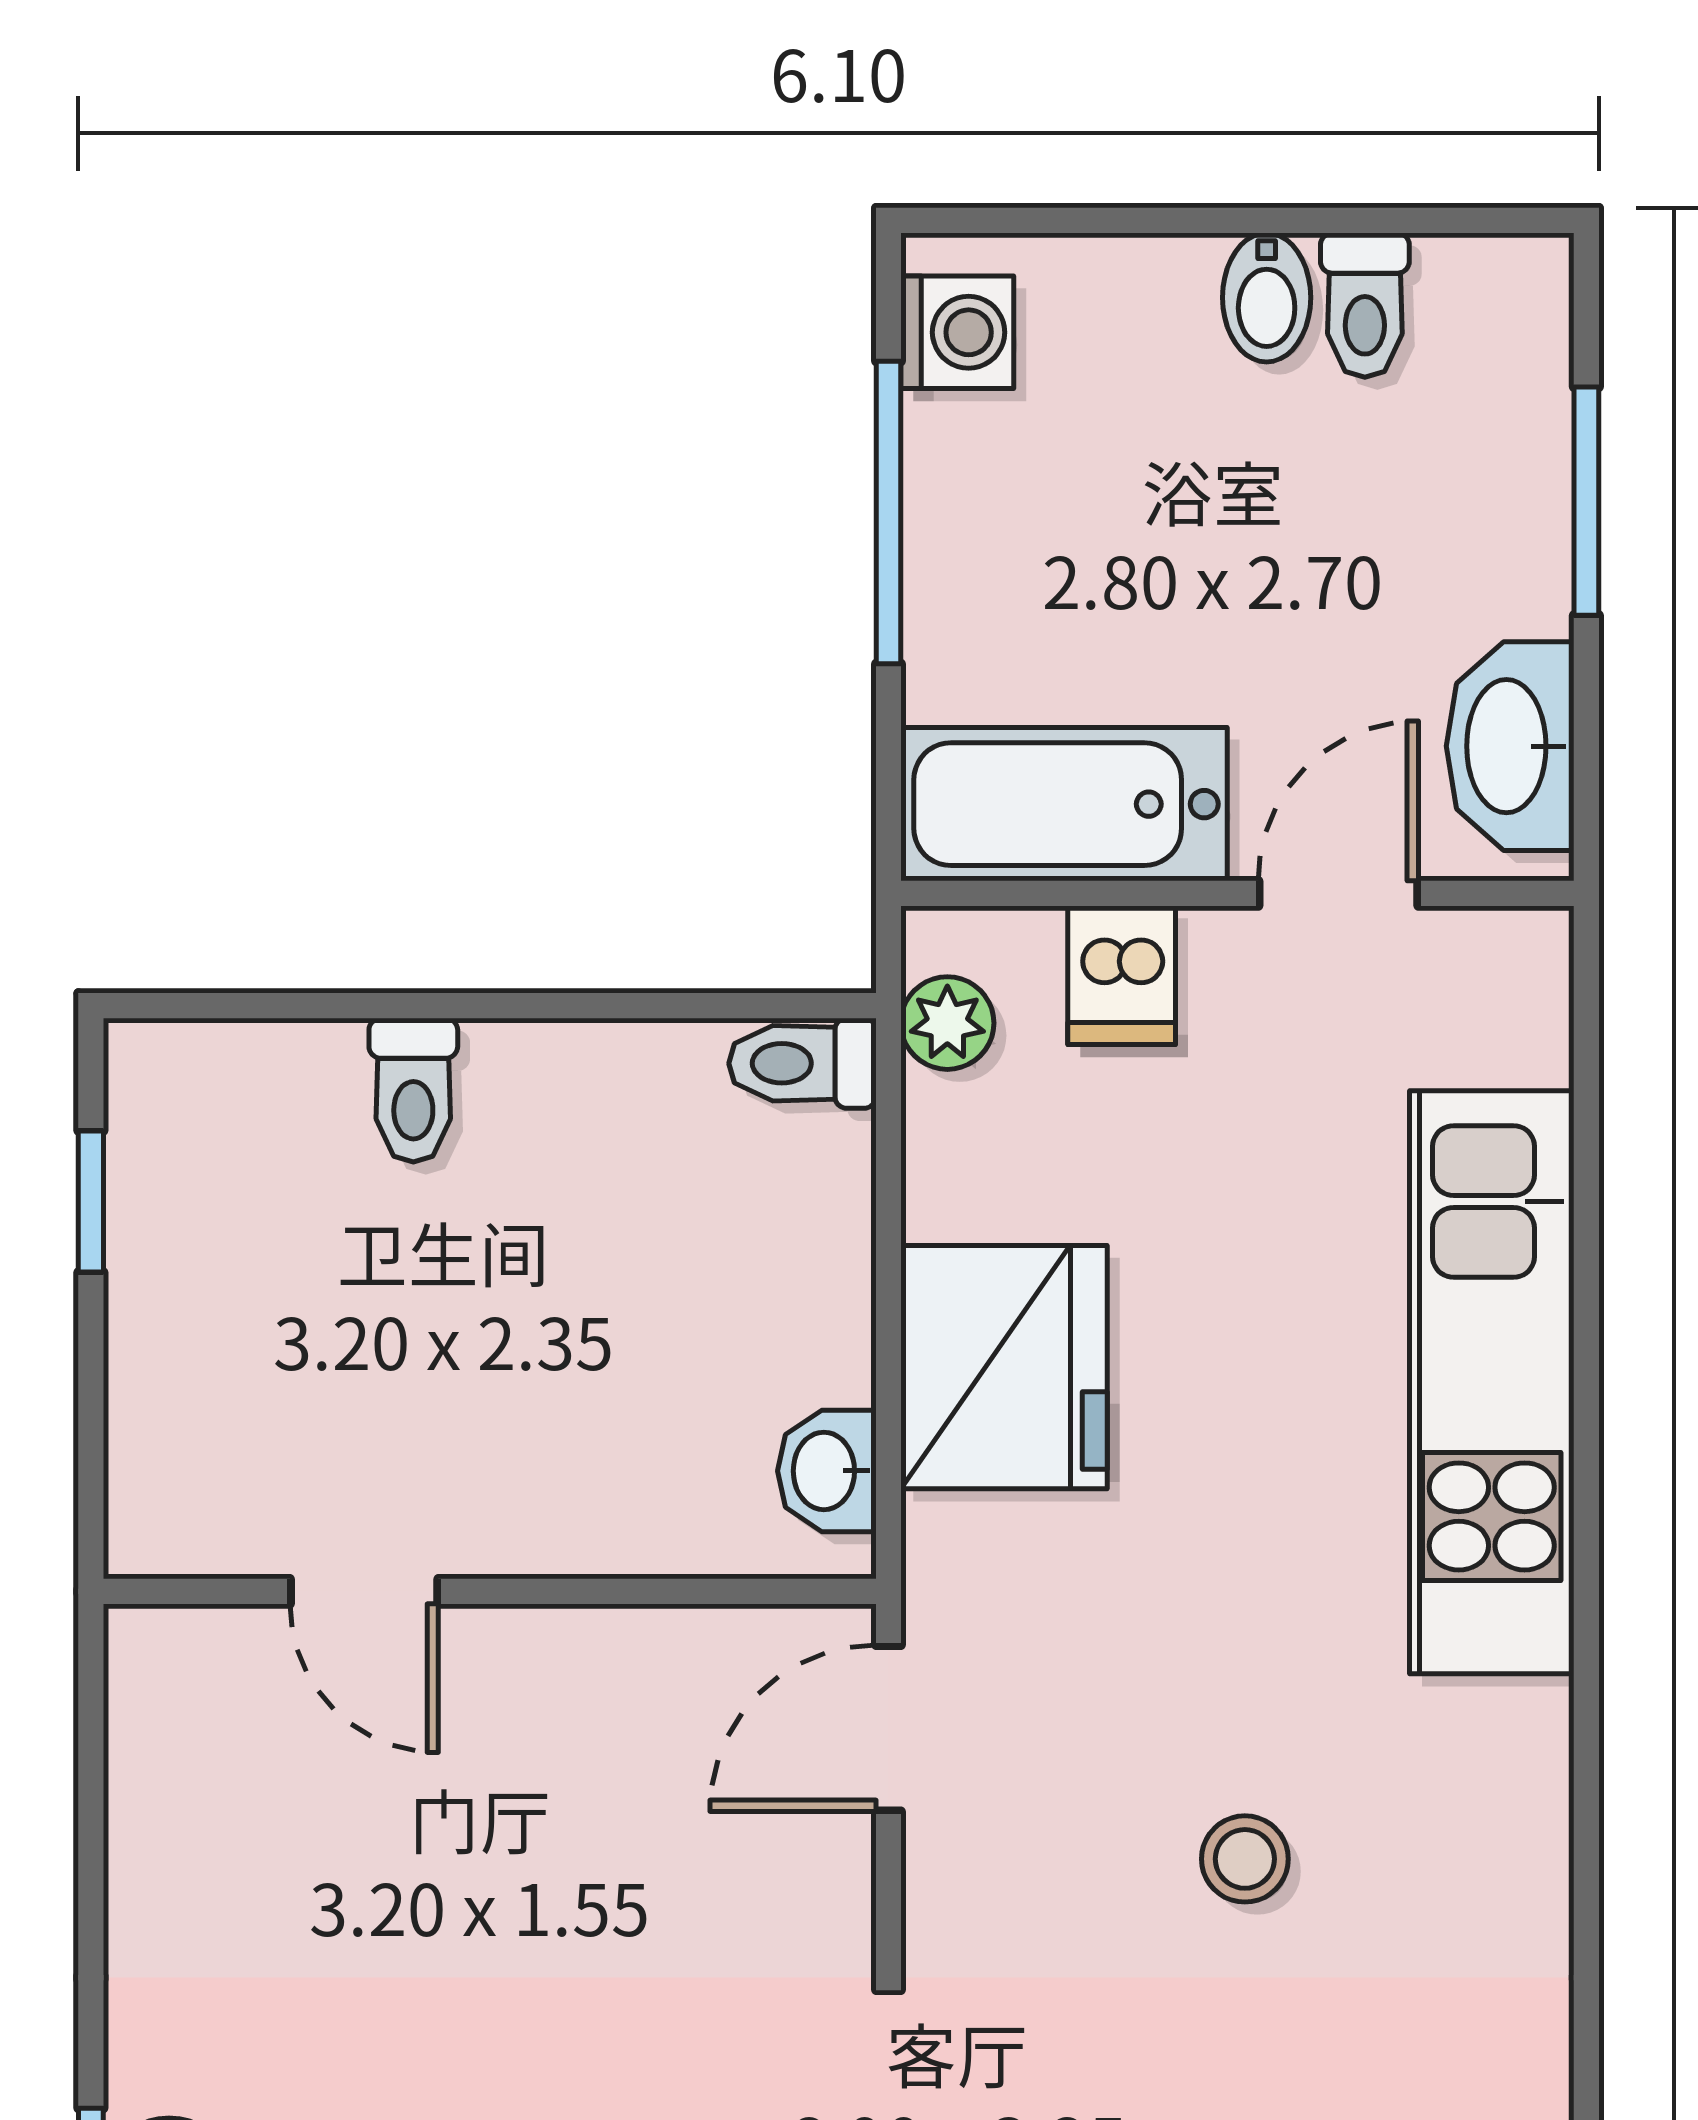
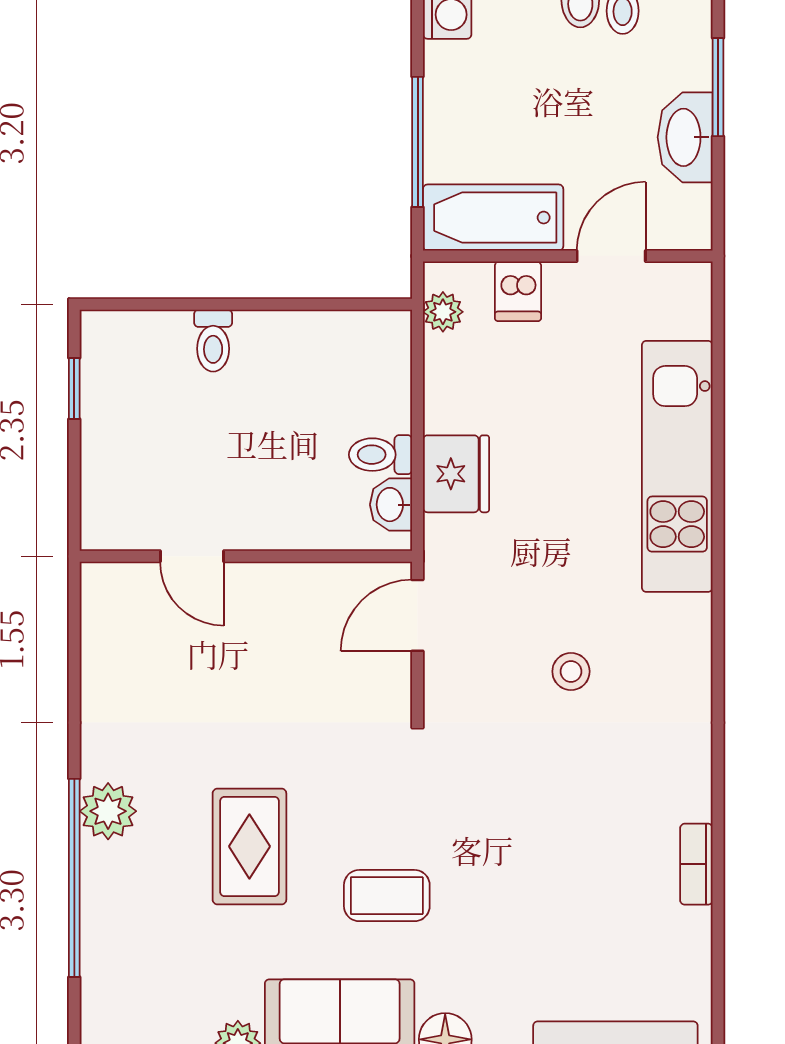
window: (888, 512) -> (418, 142), moved
washbasin: (1510, 746) -> (685, 137), moved
toilet: (802, 1063) -> (381, 455), moved
fridge: (1004, 1367) -> (456, 474), width x0.73, depth x0.75

